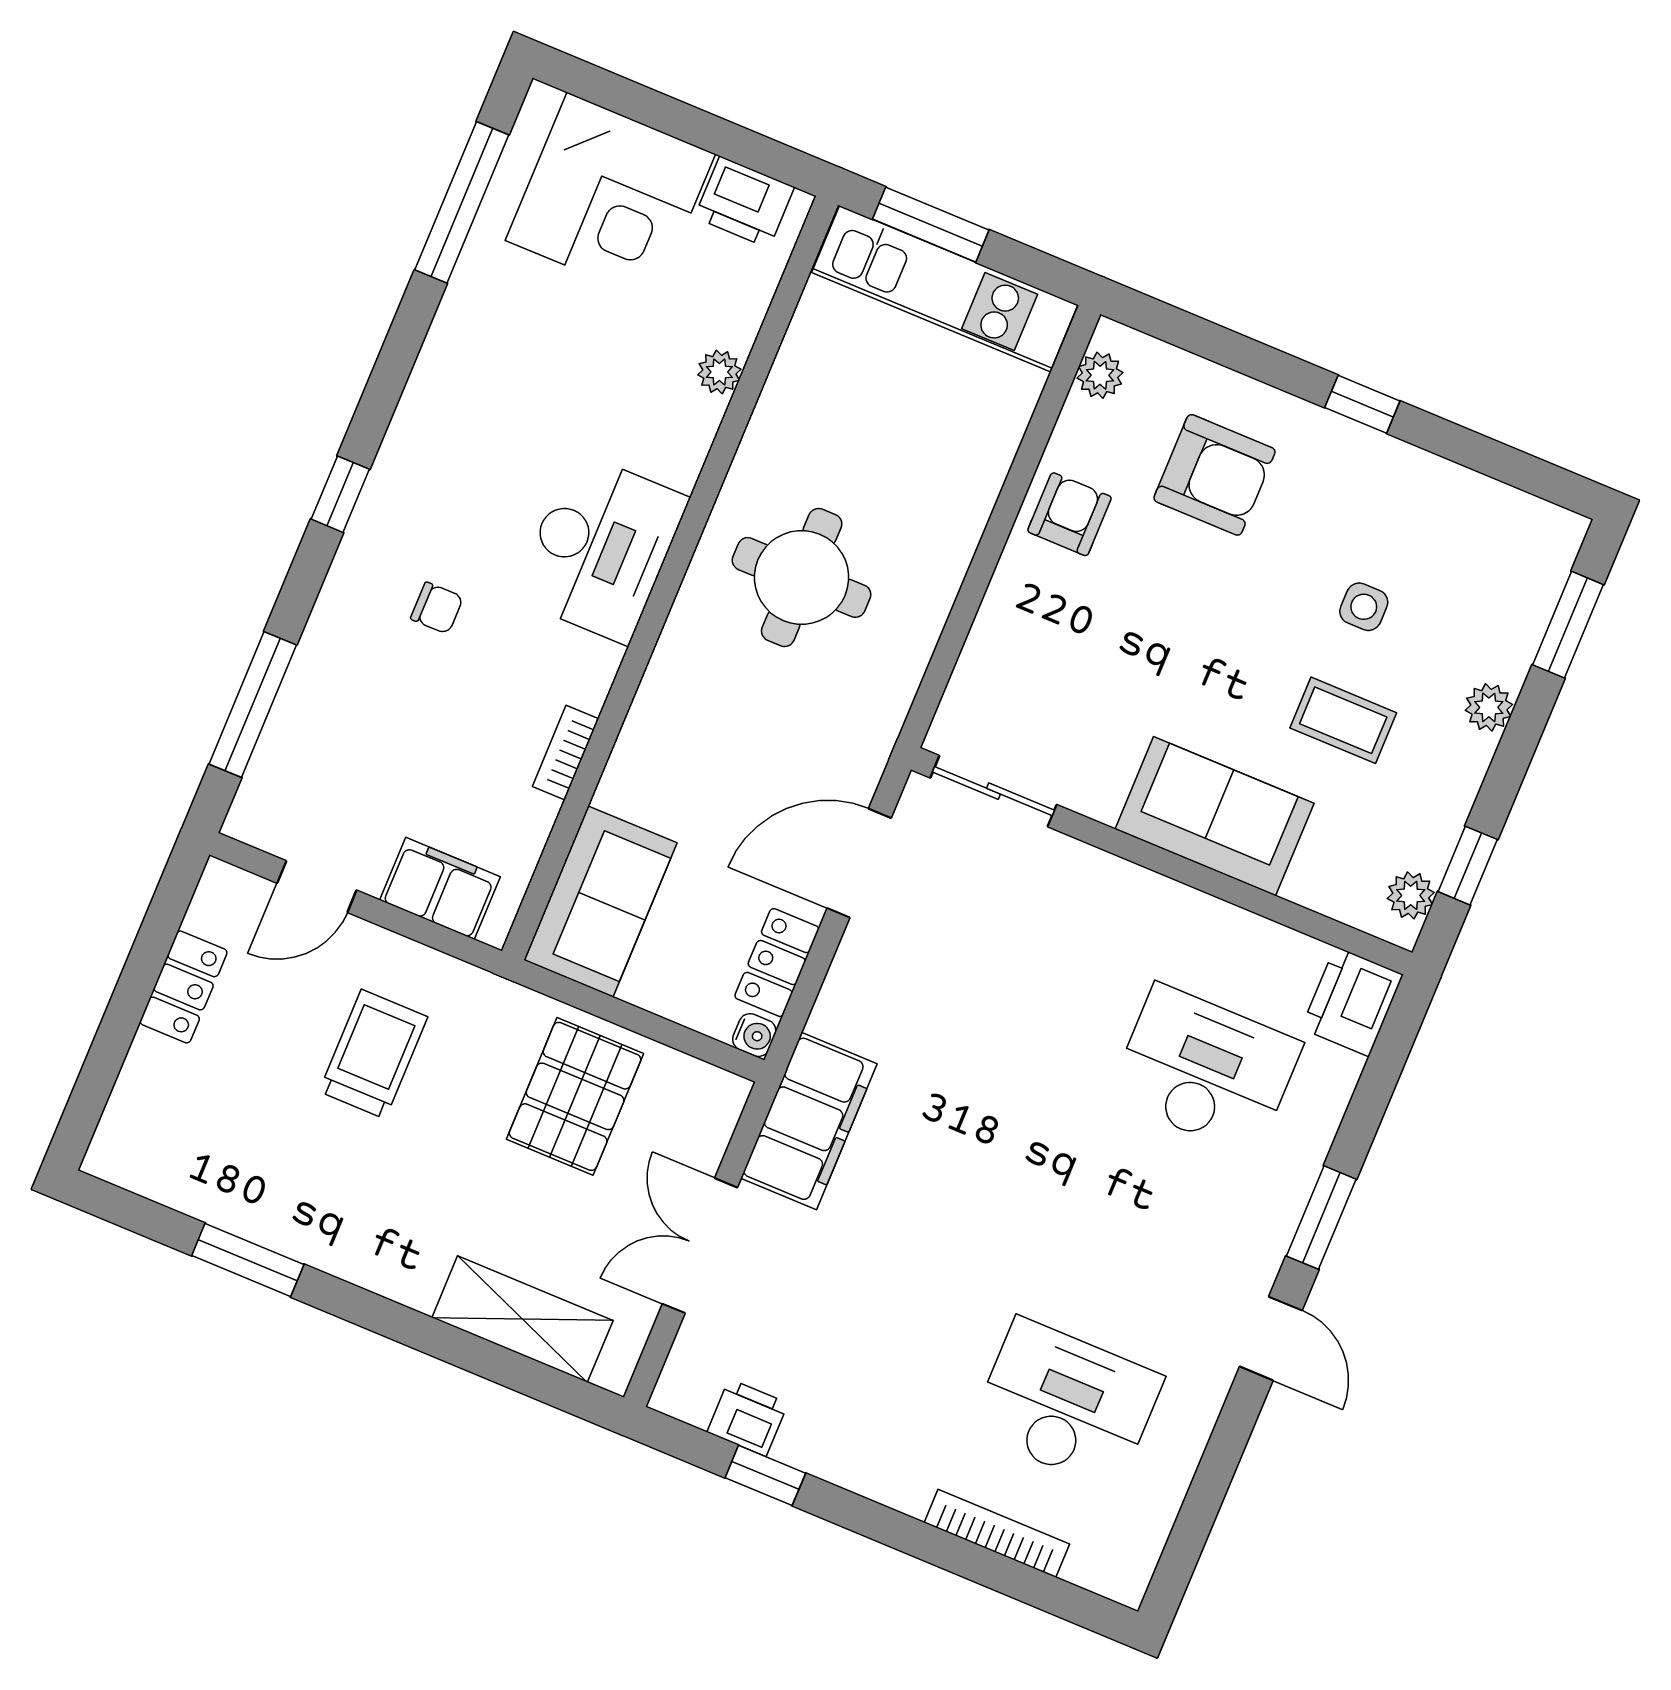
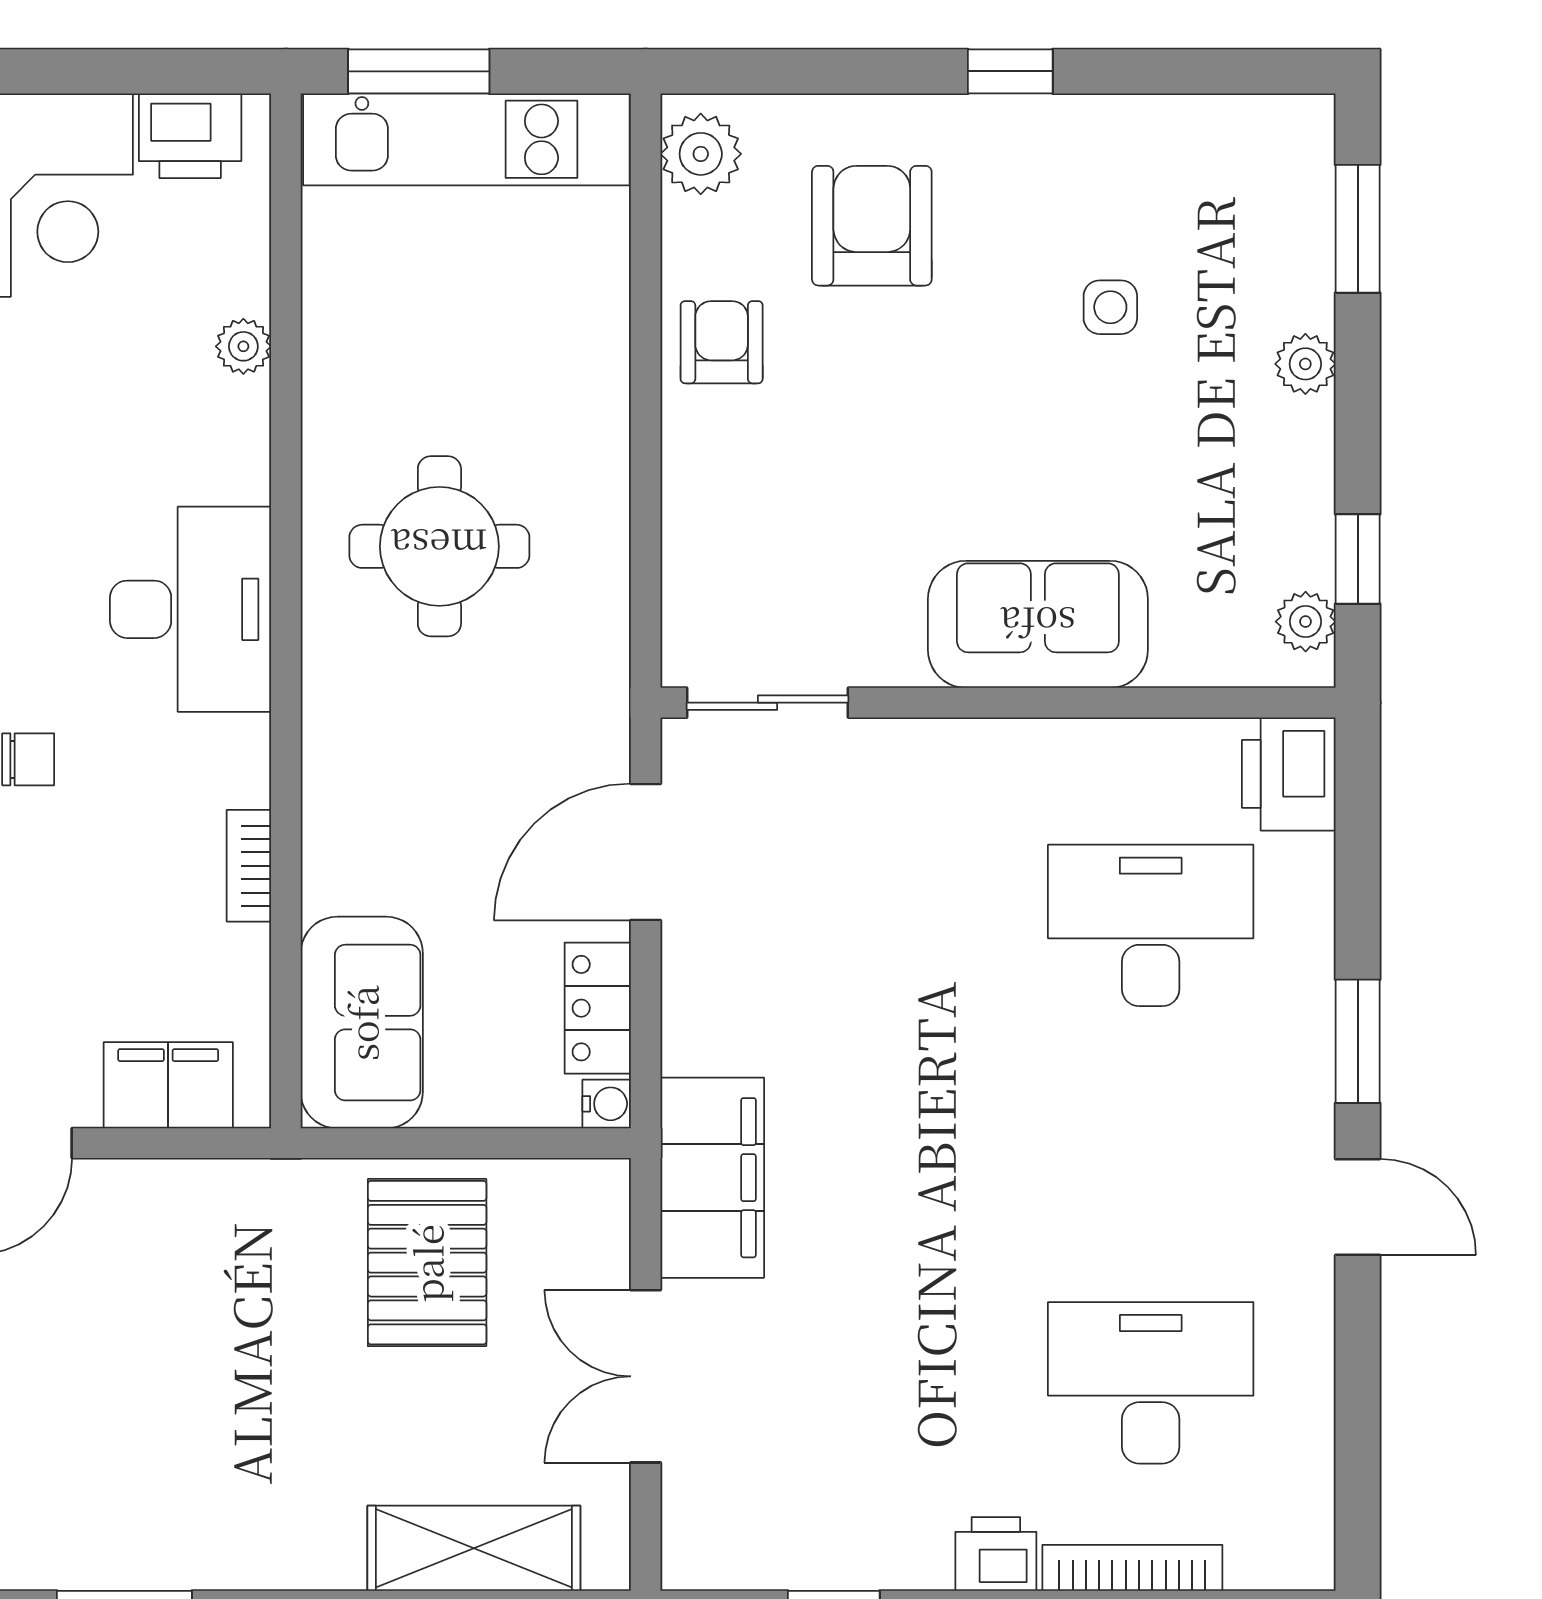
plant: (1100, 375) -> (701, 154), width x1.38, depth x1.38
armchair: (1214, 475) -> (872, 226), turned -90
coffee table: (1343, 720) -> (1142, 450), removed
trolley: (373, 1054) -> (171, 1311), removed
printer: (748, 1418) -> (996, 1554), moved

